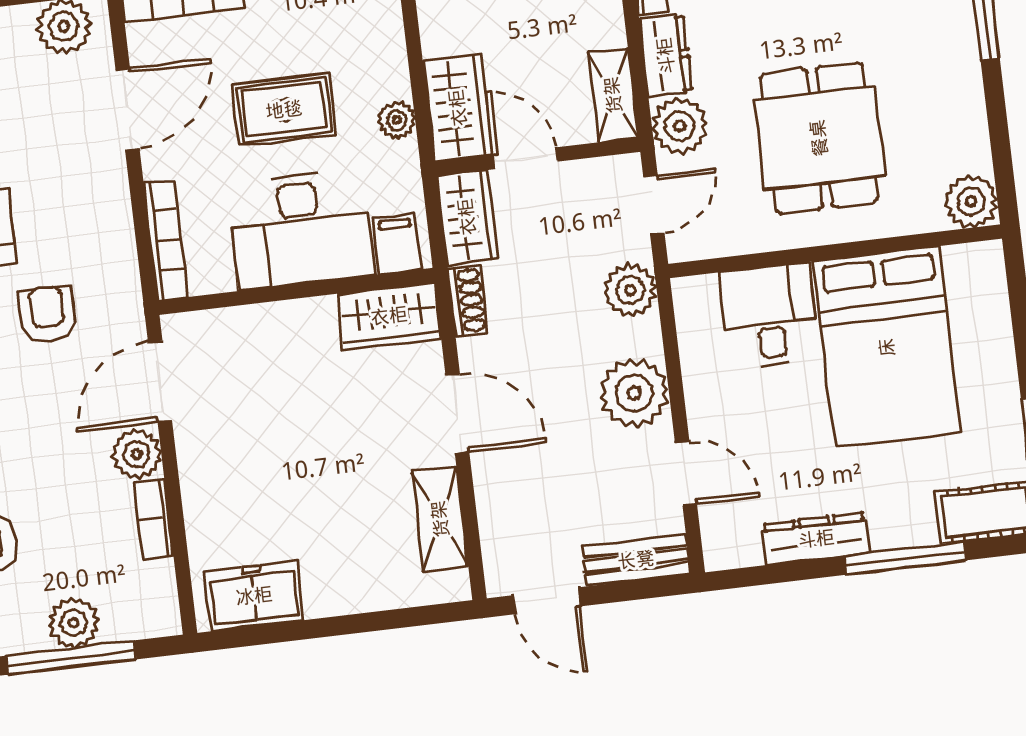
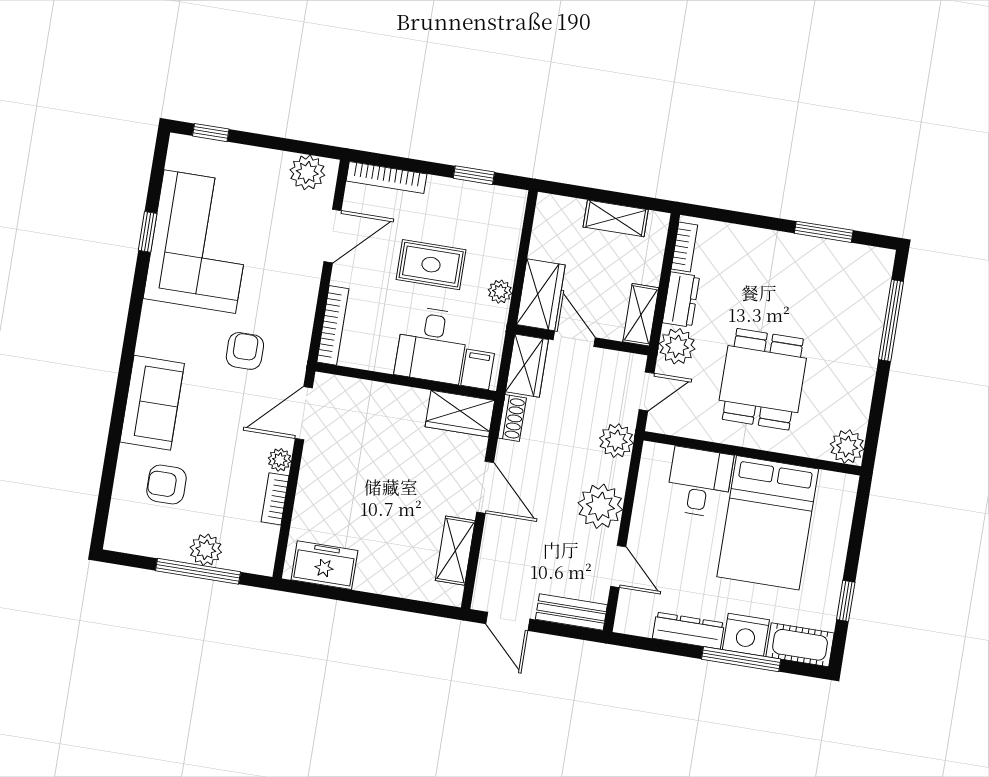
desk: (301, 229) -> (432, 345), width x0.73
plant: (137, 454) -> (280, 460), width x0.73, depth x0.73
nightstand: (902, 520) -> (746, 635), added

